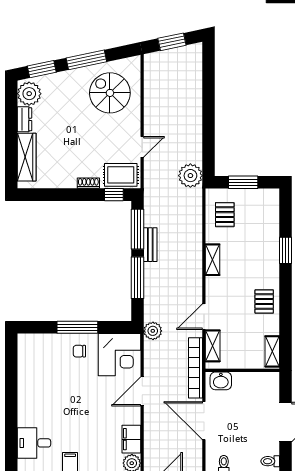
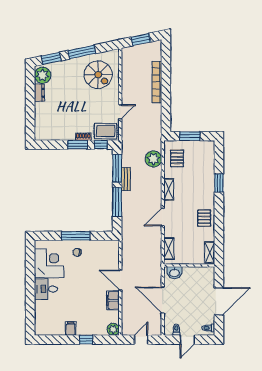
spiral stairs: (110, 93) -> (98, 75), turned 180
wardrobe: (27, 157) -> (41, 119), removed
plant: (190, 176) -> (153, 159), moved
window: (80, 195) -> (78, 145), added
door: (204, 317) -> (163, 217), moved
plant: (153, 331) -> (128, 238), removed
corner desk: (119, 355) -> (49, 263), moved, turned -90
bookcase: (195, 368) -> (157, 82), moved
door: (142, 391) -> (120, 280), hinge flipped
filing cabinet: (131, 439) -> (113, 300), moved
desk: (34, 443) -> (46, 289), moved

